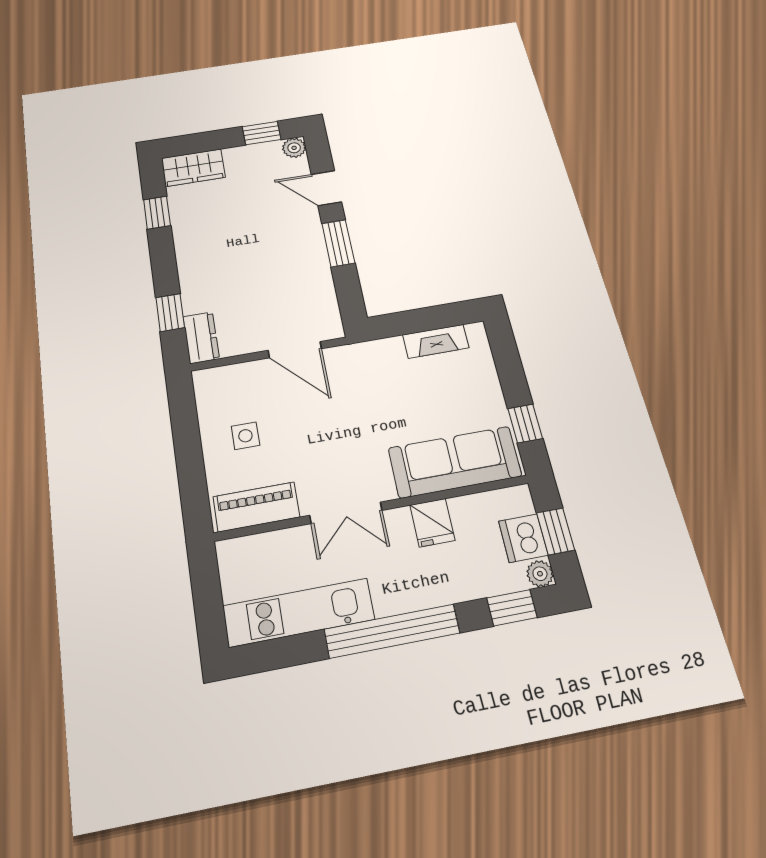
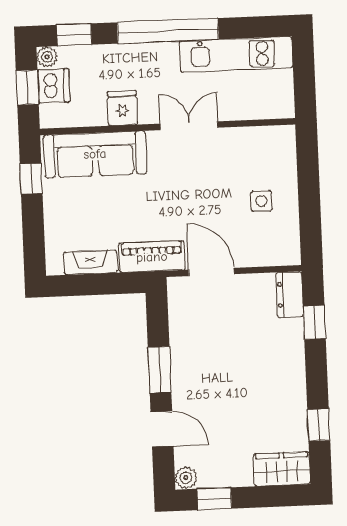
piano: (256, 507) -> (152, 257), moved, turned 180

